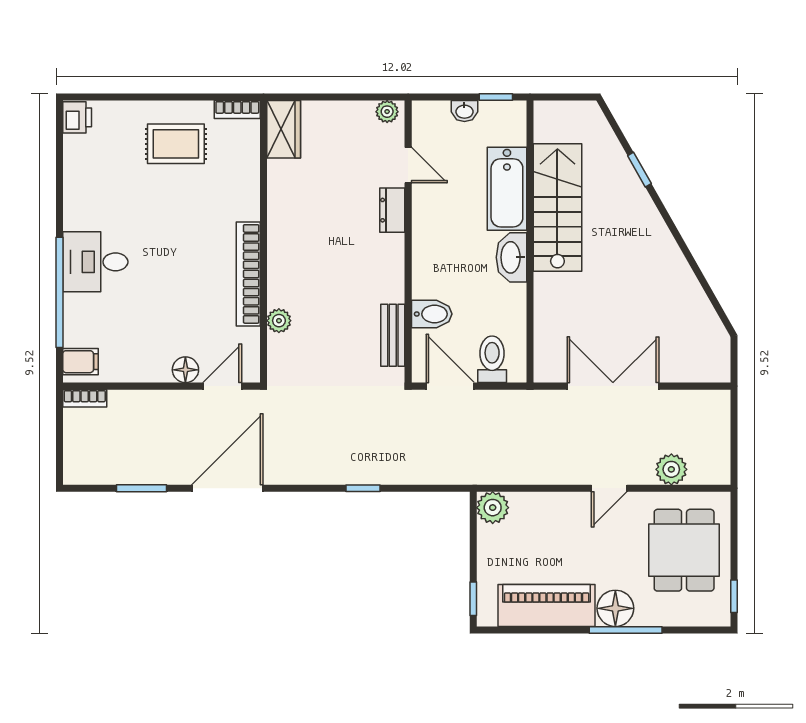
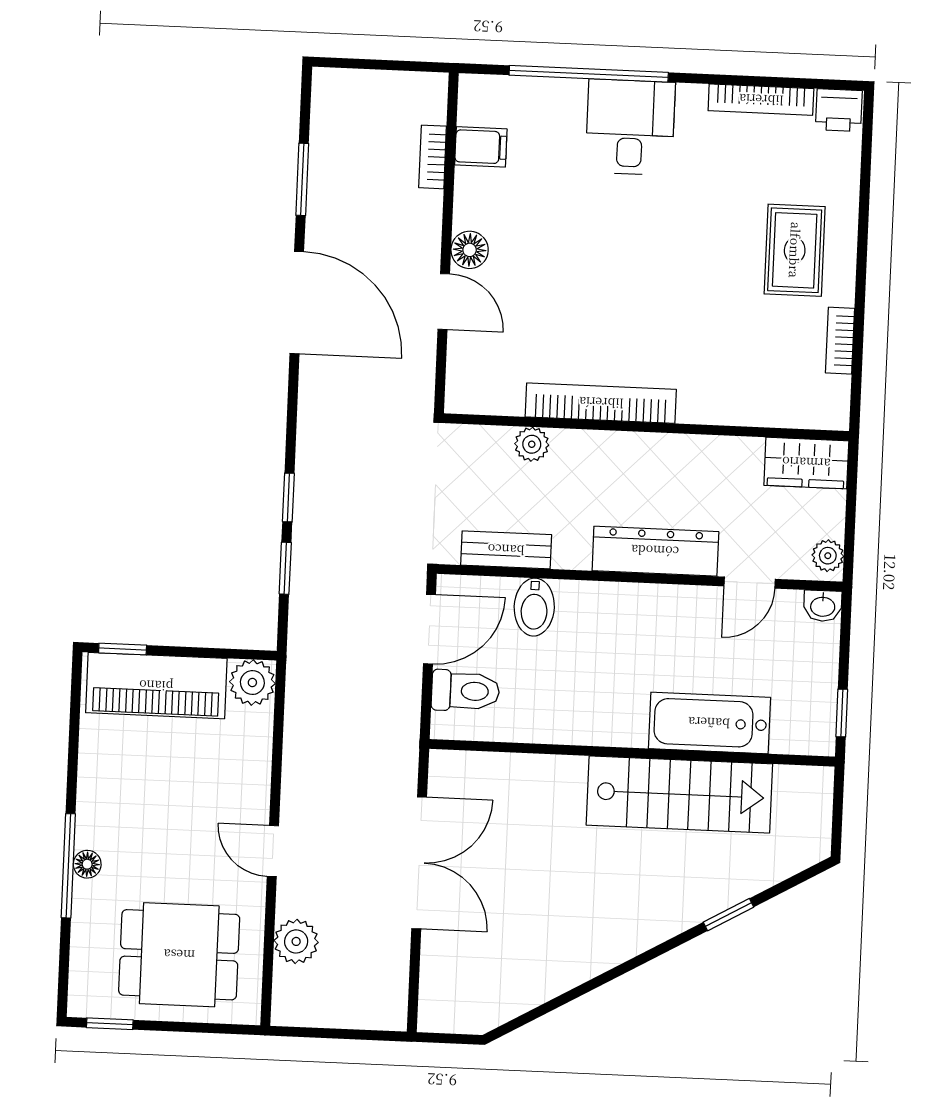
washbasin: (464, 111) -> (823, 606), moved, turned -90
wardrobe: (284, 129) -> (806, 463), moved
bookcase: (72, 172) -> (761, 100), added
dresser: (392, 210) -> (655, 551), width x1.96, depth x1.24
wall: (264, 242) -> (646, 427), moved
washbasin: (511, 257) -> (611, 725), removed
bookcase: (248, 274) -> (601, 403), moved
plant: (279, 321) -> (532, 444), moved
filing cabinet: (81, 362) -> (481, 147), moved, turned -90
bookcase: (85, 398) -> (433, 157), moved
window: (412, 488) -> (285, 568), added
piano: (547, 605) -> (156, 686), moved, turned 90
floor lamp: (615, 608) -> (87, 864), width x0.53, depth x0.53

